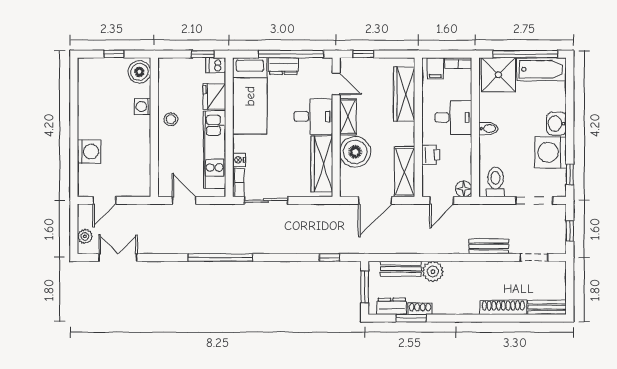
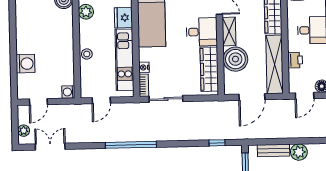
plant: (167, 88) -> (86, 12), added
washing machine: (143, 107) -> (68, 92), moved
stool: (171, 119) -> (87, 54), moved
shelving: (405, 172) -> (275, 64), width x1.47
door: (184, 200) -> (101, 100), swing flipped

